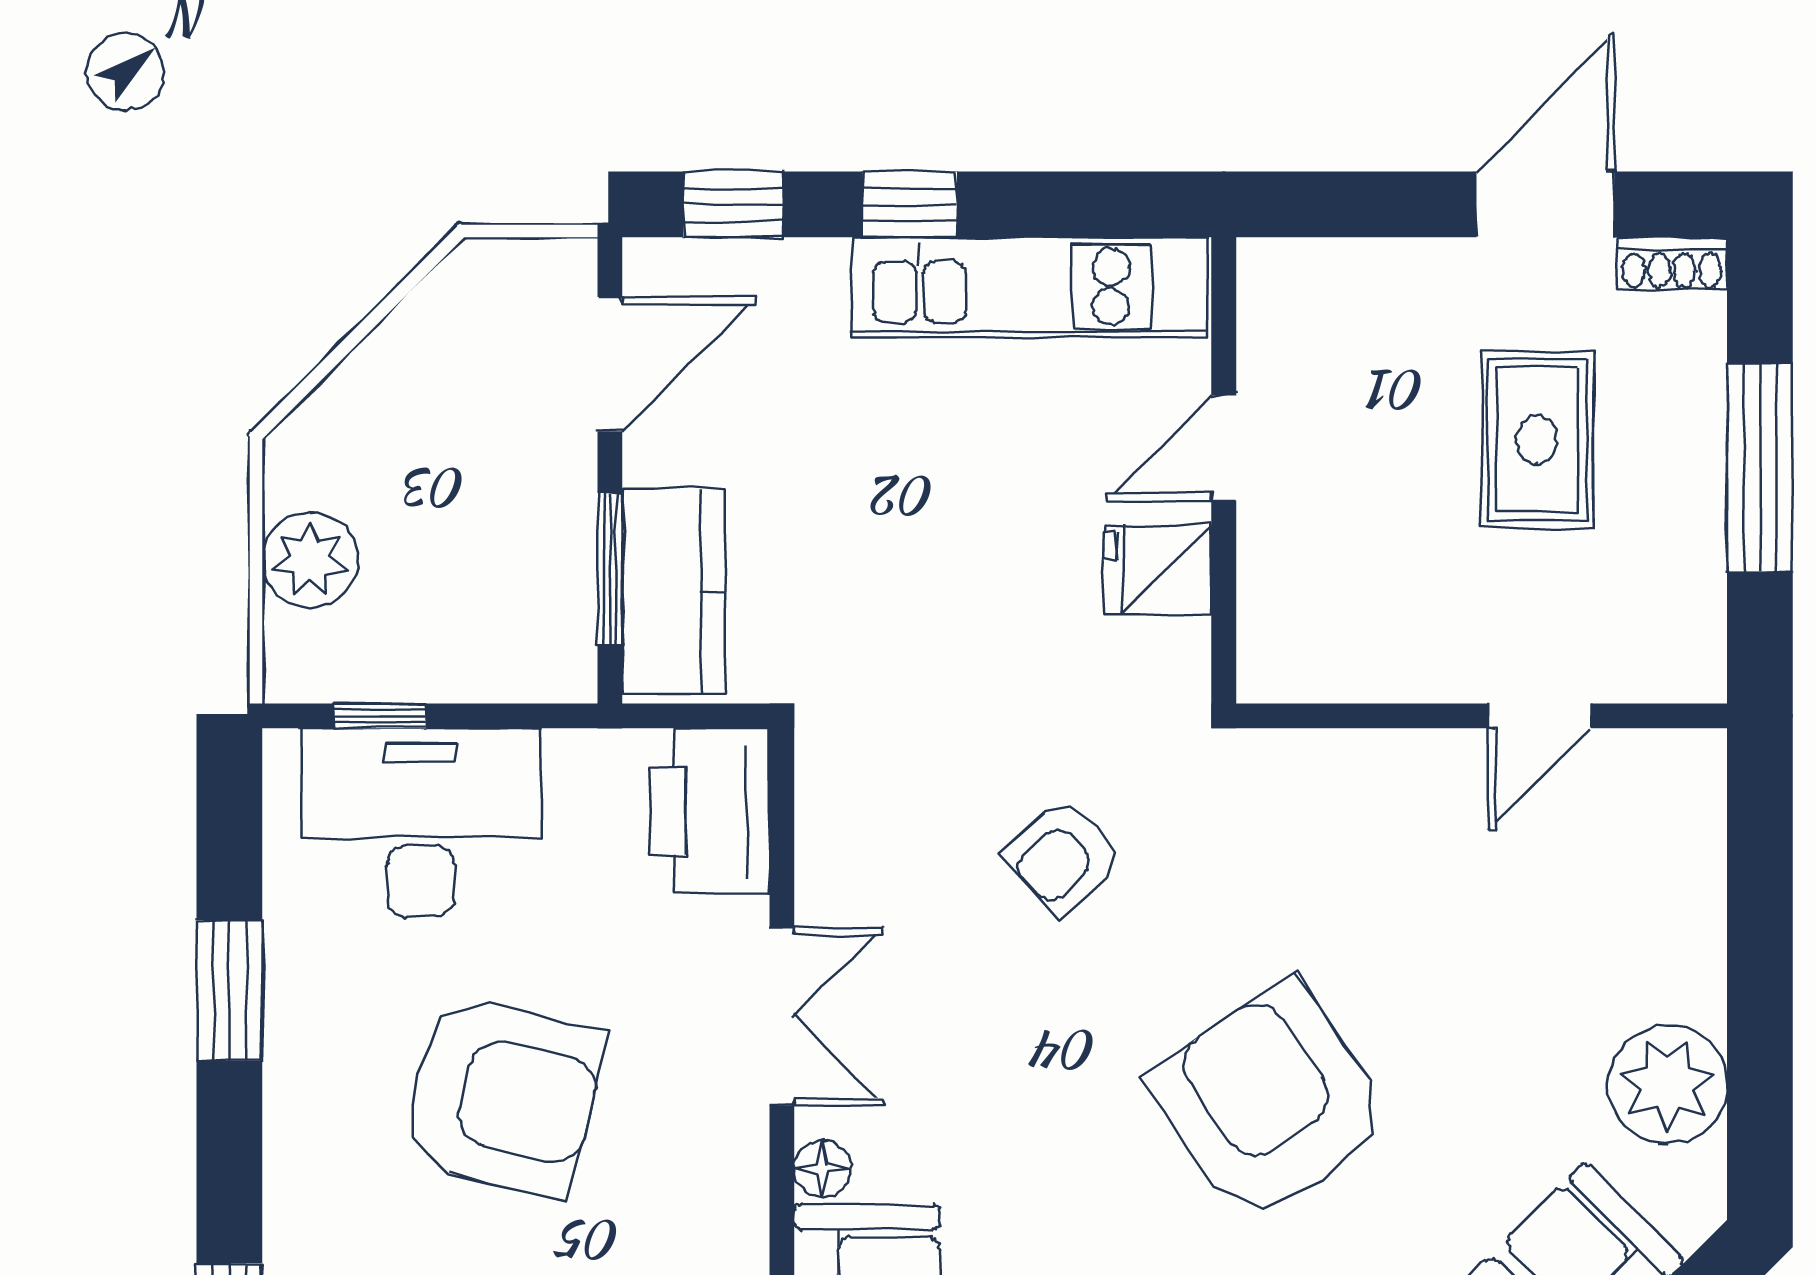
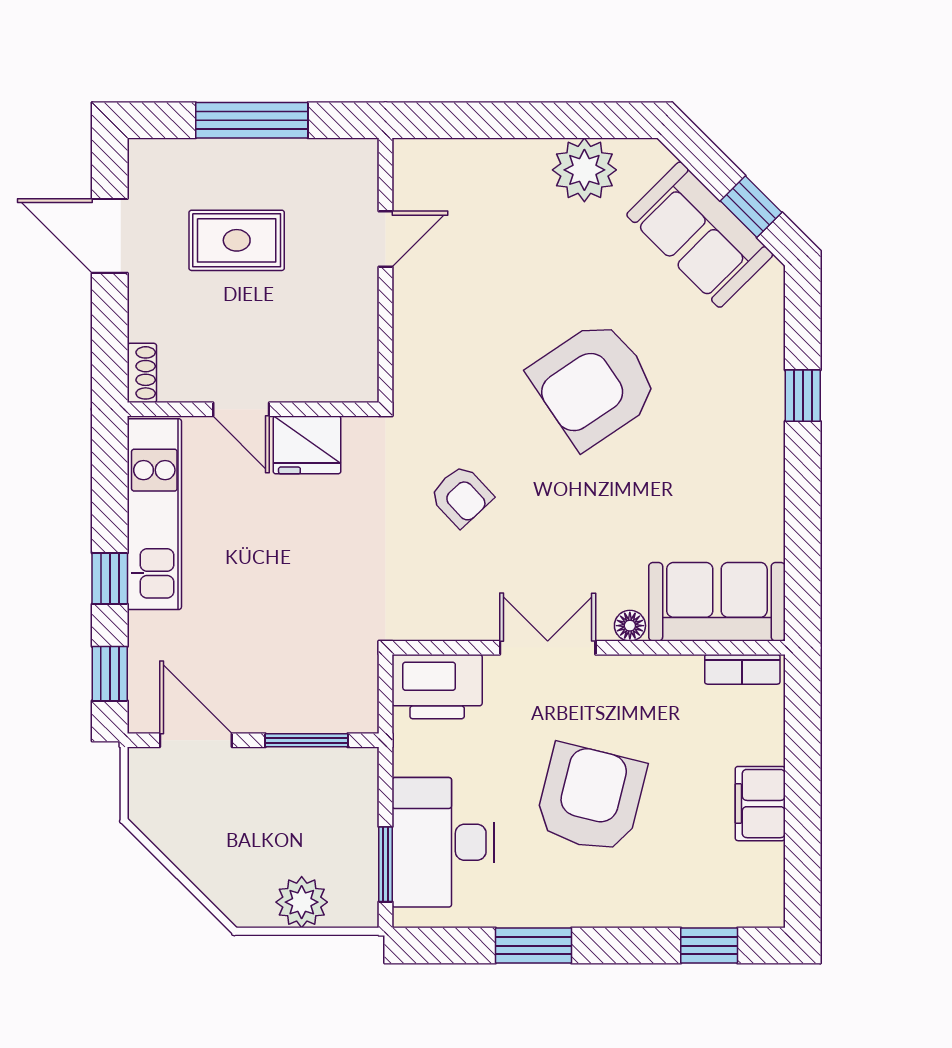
shoe rack: (1672, 264) -> (142, 373), moved
fridge: (1158, 570) -> (307, 445), width x1.38
kitchen counter: (674, 591) -> (318, 706), removed
window: (380, 716) -> (386, 864), width x1.50
door: (1539, 716) -> (386, 239), hinge flipped

